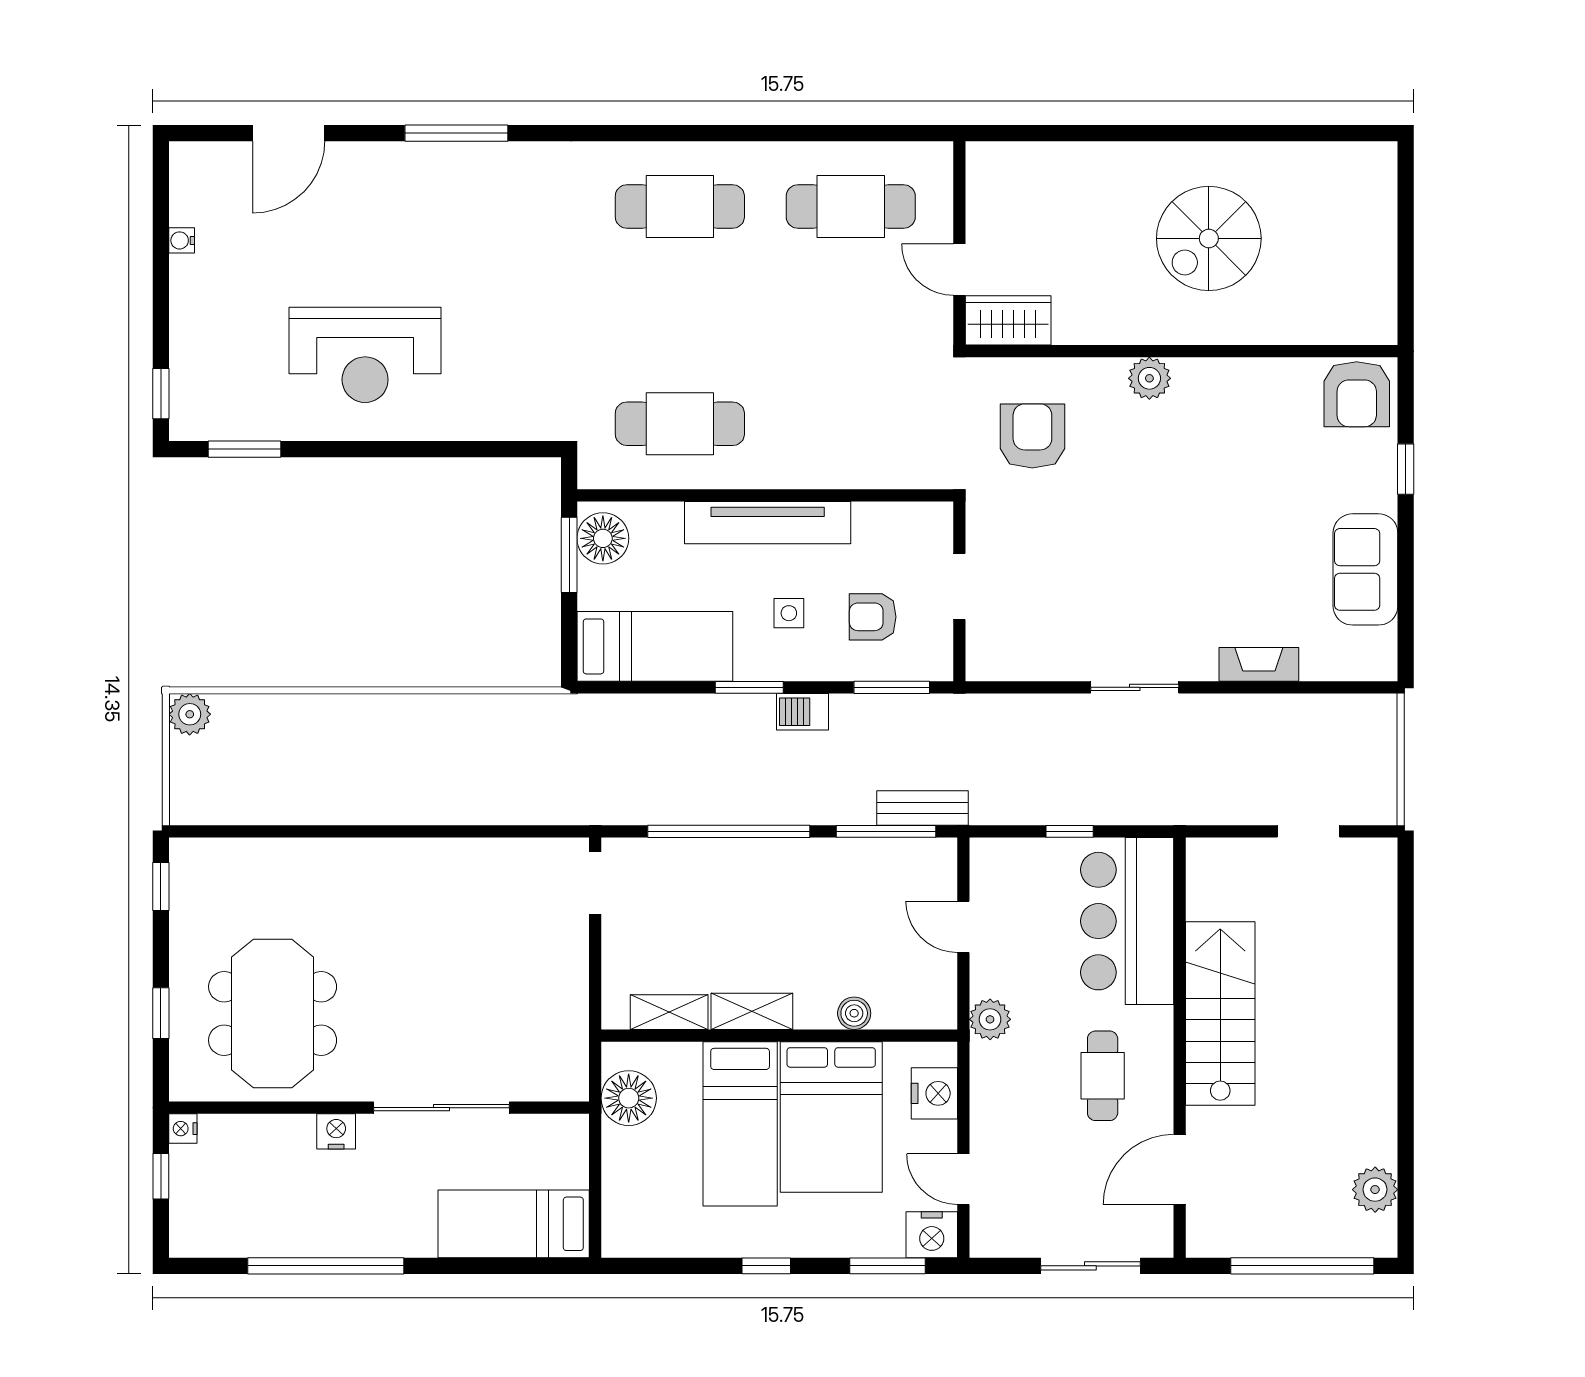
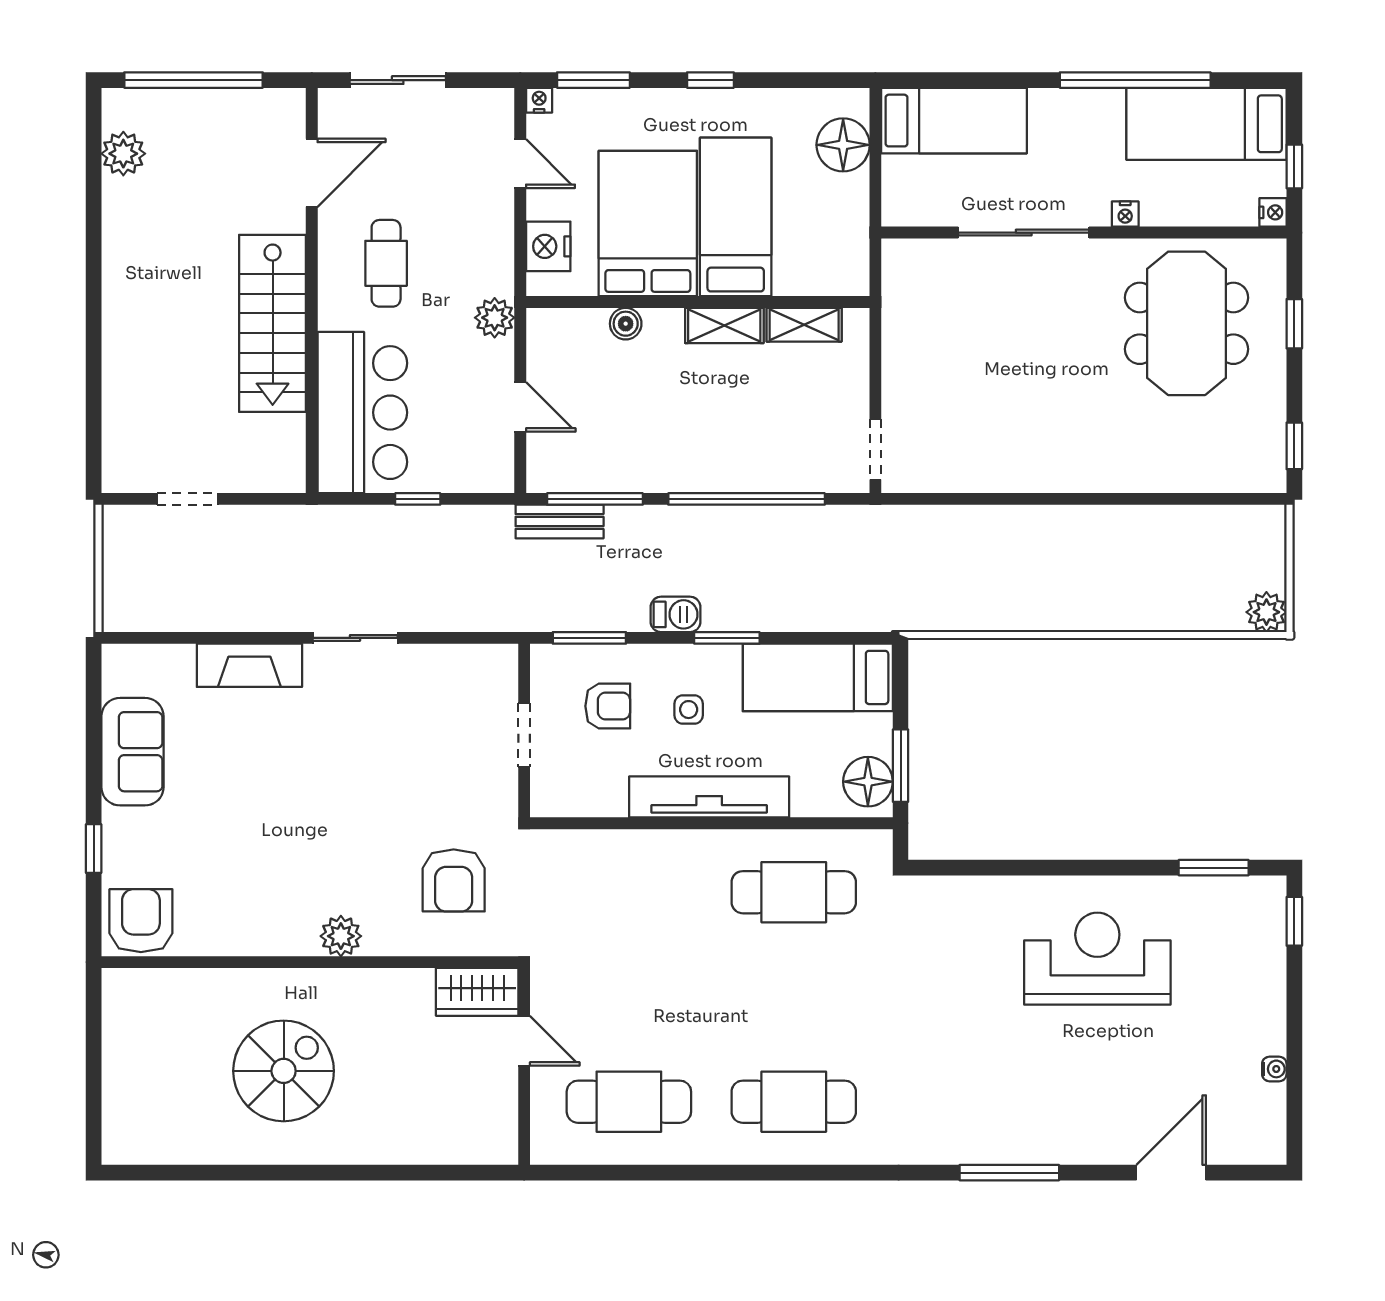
fireplace: (1259, 664) -> (249, 665), width x1.37, depth x1.32
floor lamp: (629, 1098) -> (843, 145), moved
nightstand: (336, 1131) -> (1125, 214), width x0.72, depth x0.74
bed: (252, 1220) -> (1207, 124), added
nightstand: (932, 1235) -> (539, 100), width x0.53, depth x0.56

